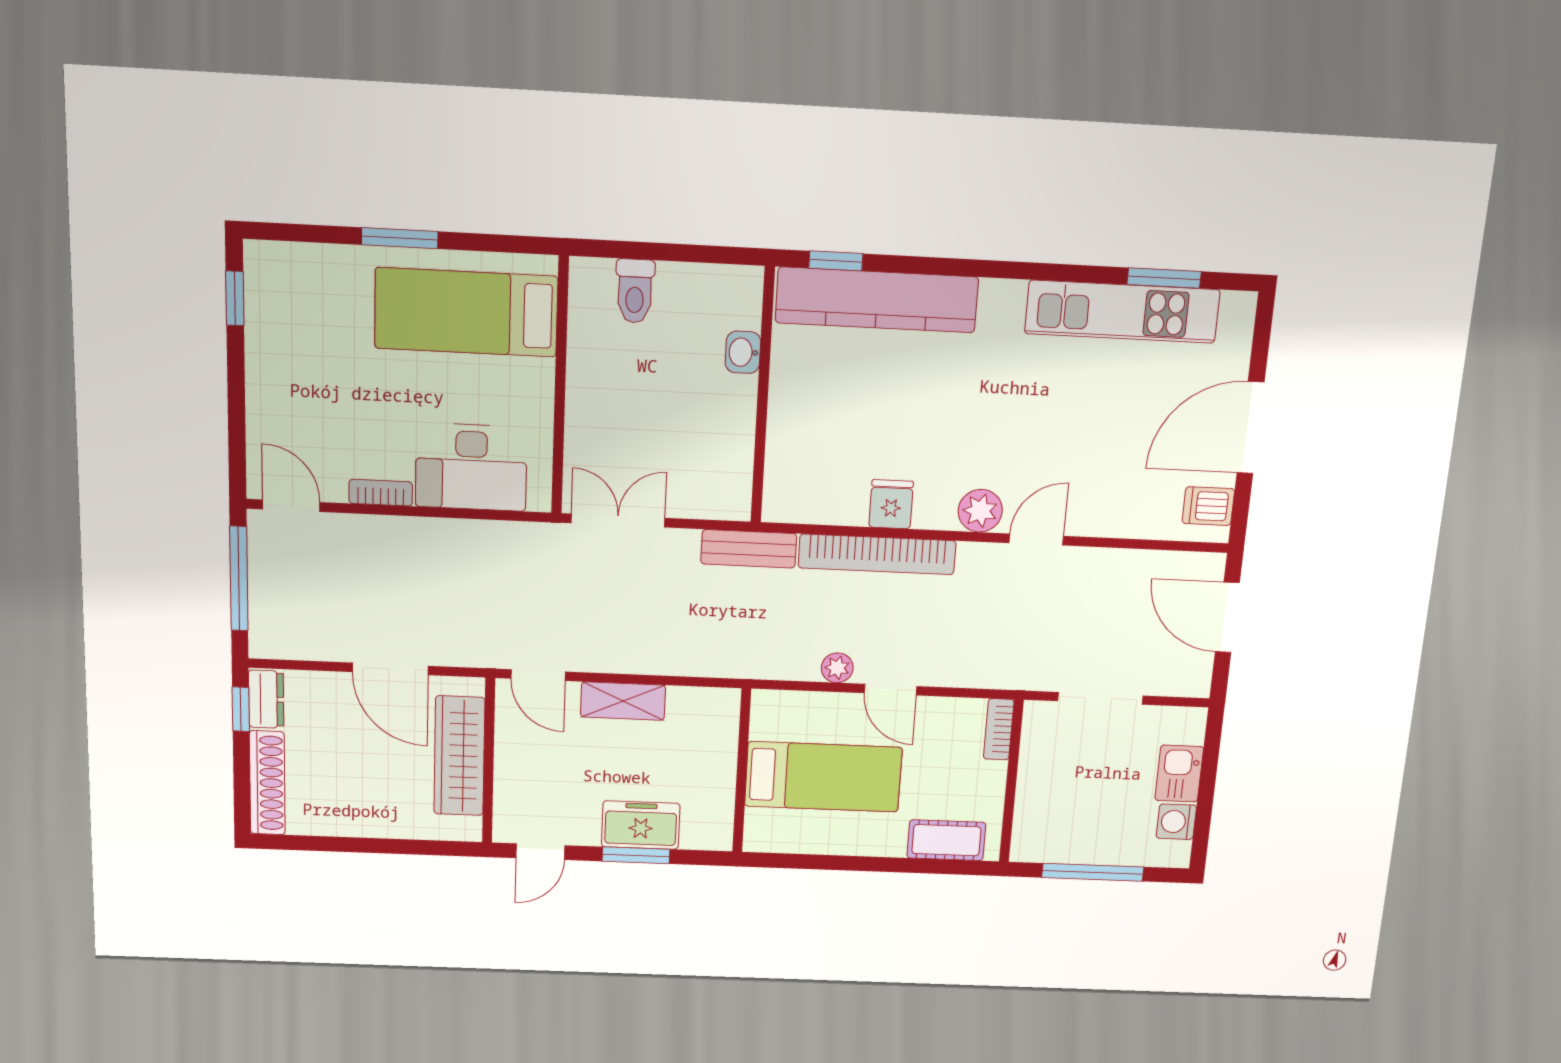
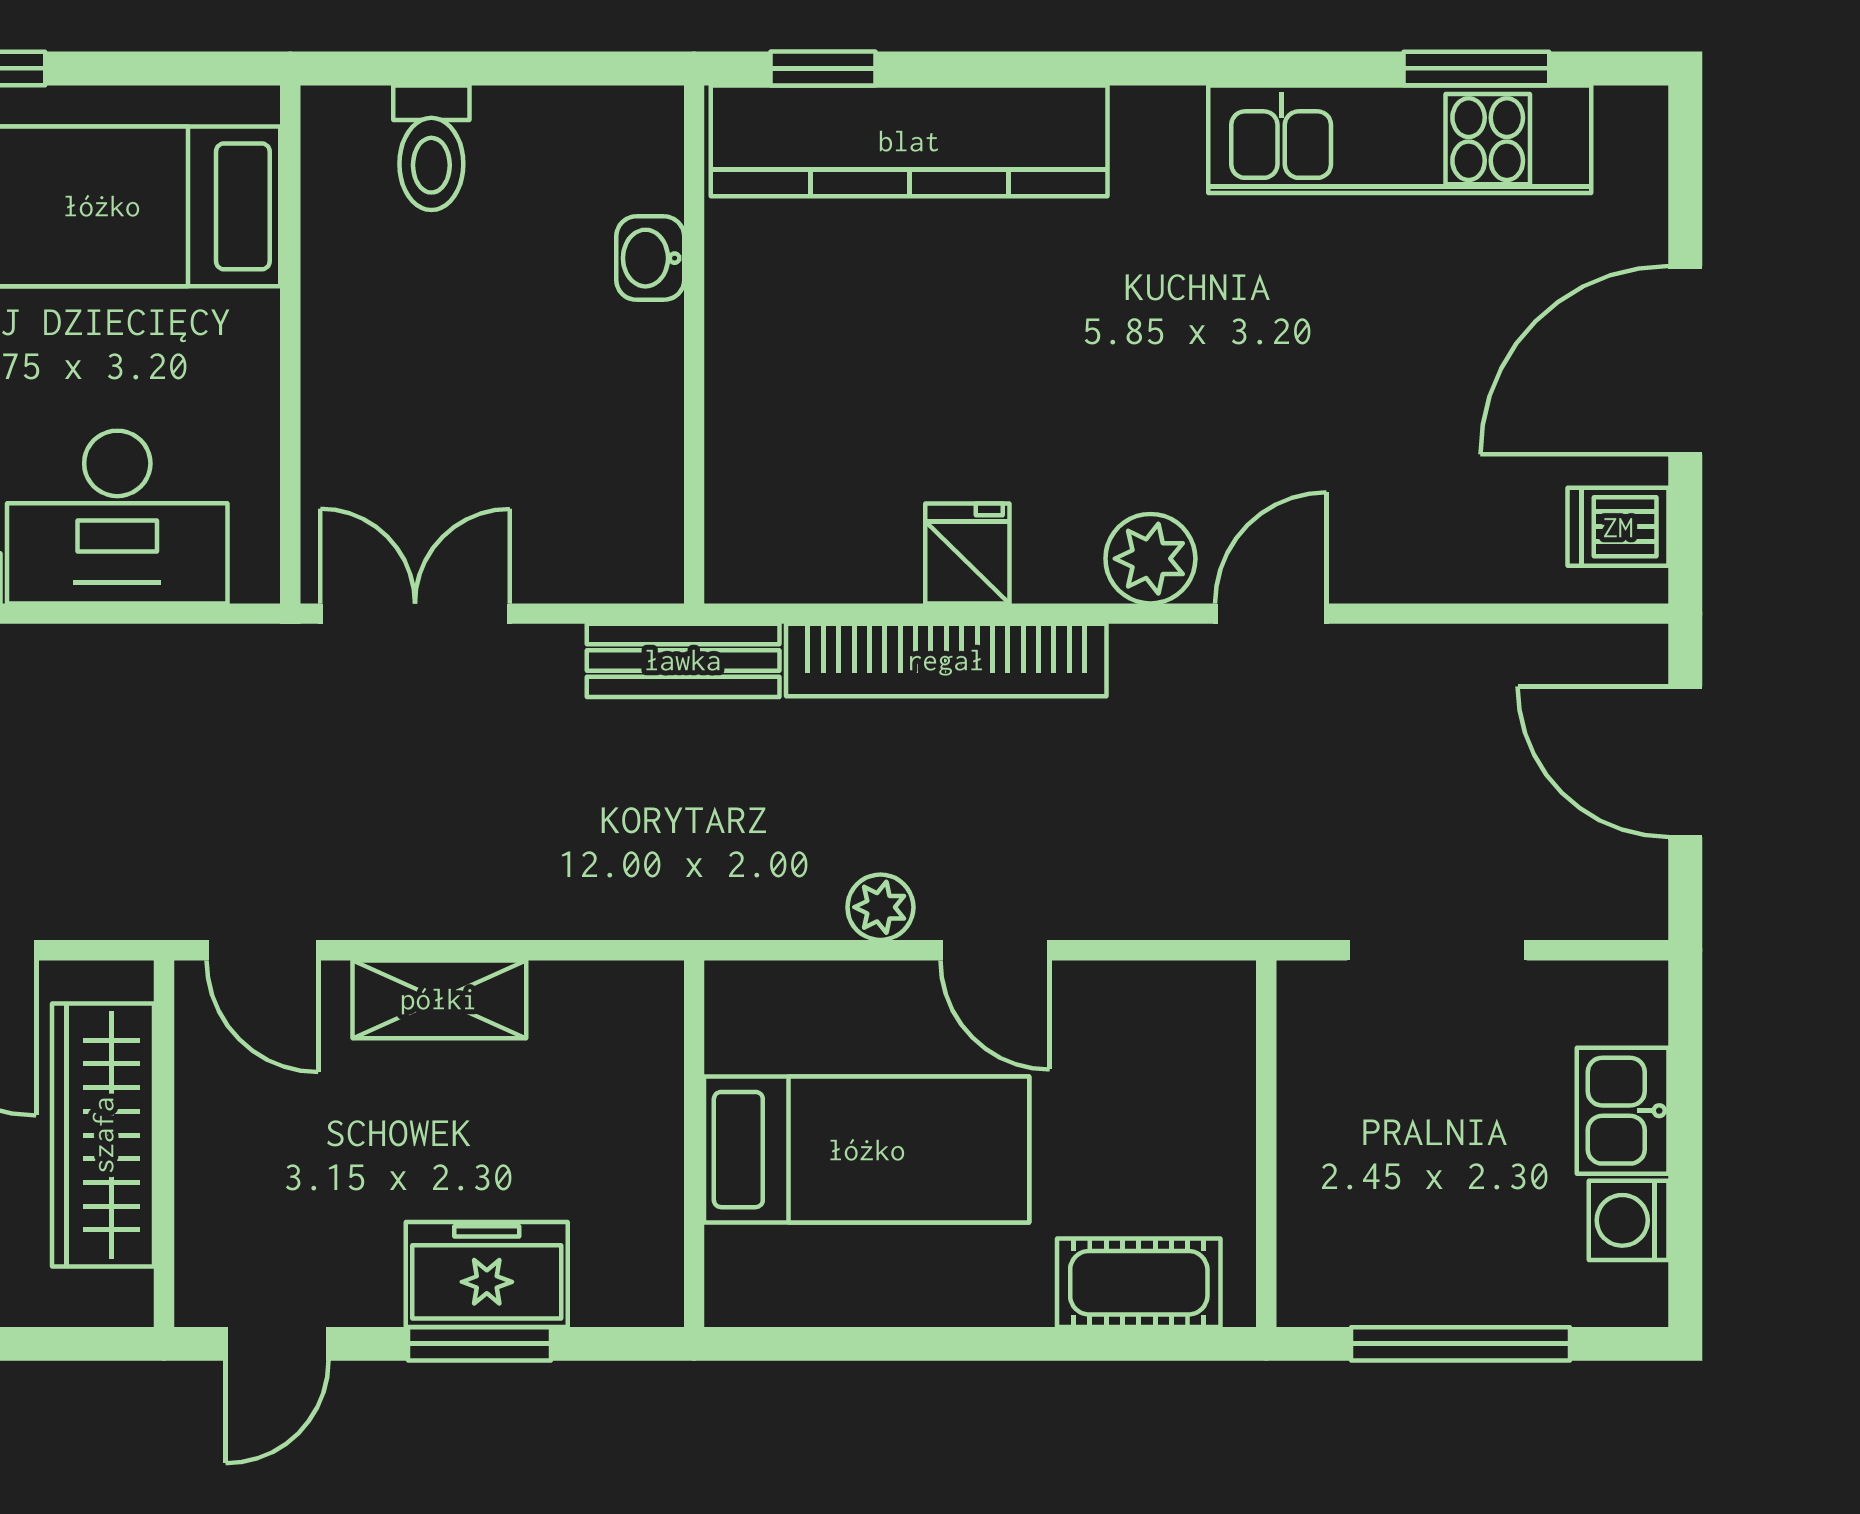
bookcase: (999, 729) -> (1229, 1028), removed

